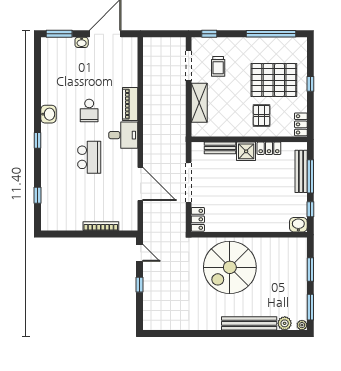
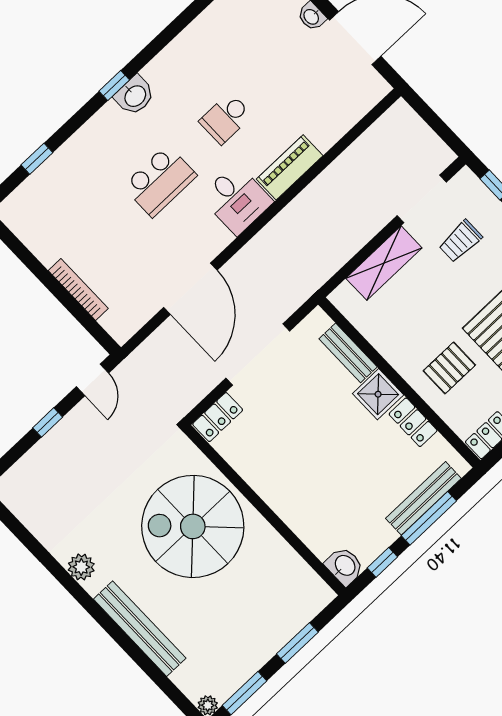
washbasin: (48, 114) -> (135, 95), moved
plant: (285, 323) -> (81, 567), moved

